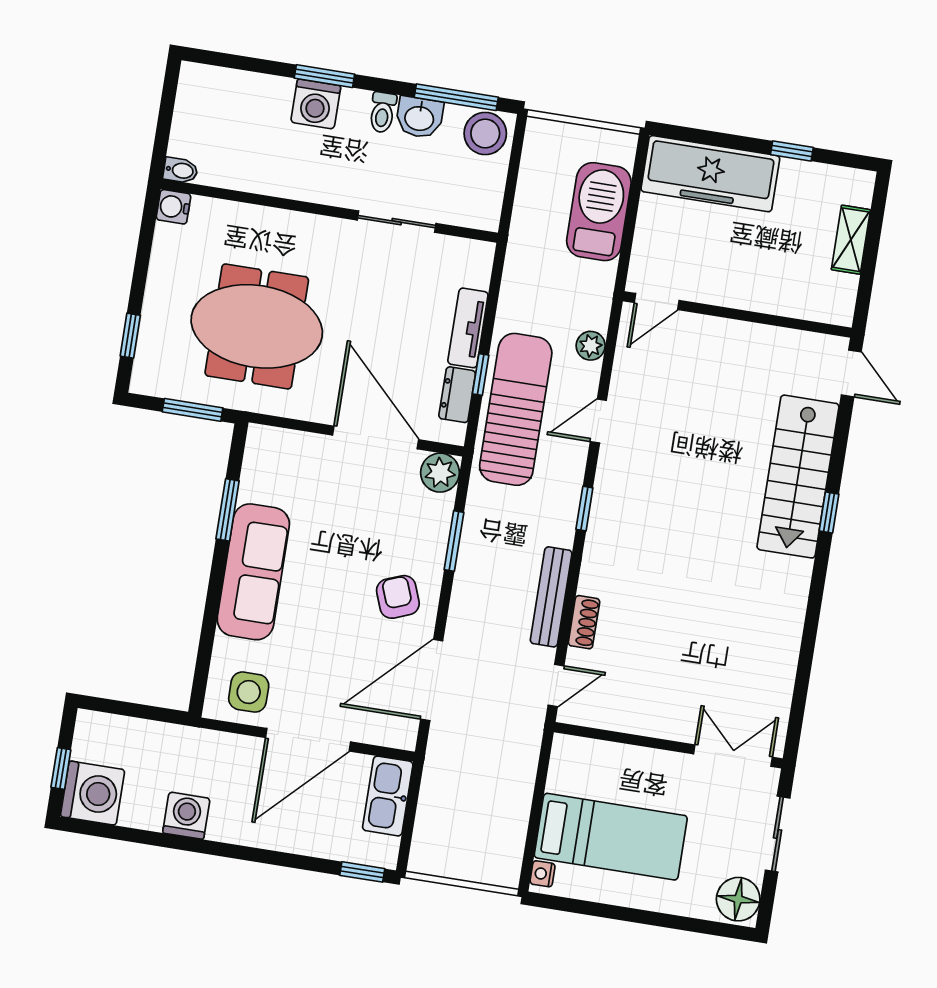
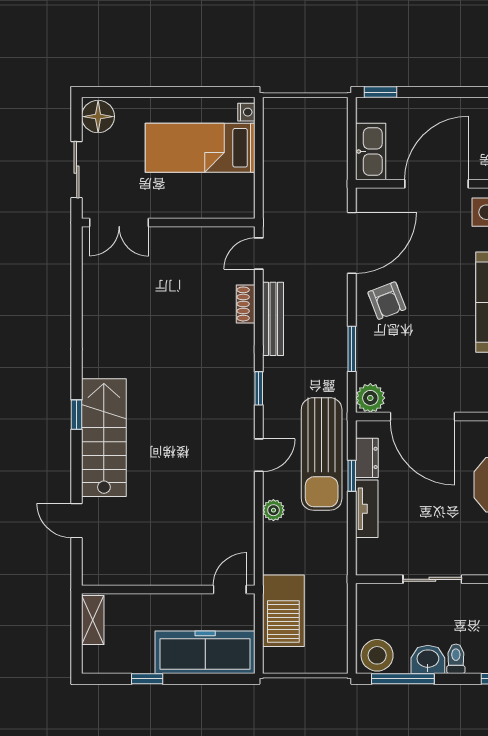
door: (657, 302) -> (230, 590), moved
wall: (737, 314) -> (168, 590), moved

